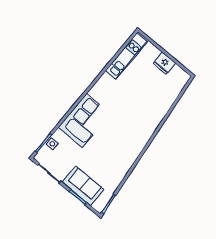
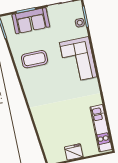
coffee table: (113, 157) -> (34, 59), added

